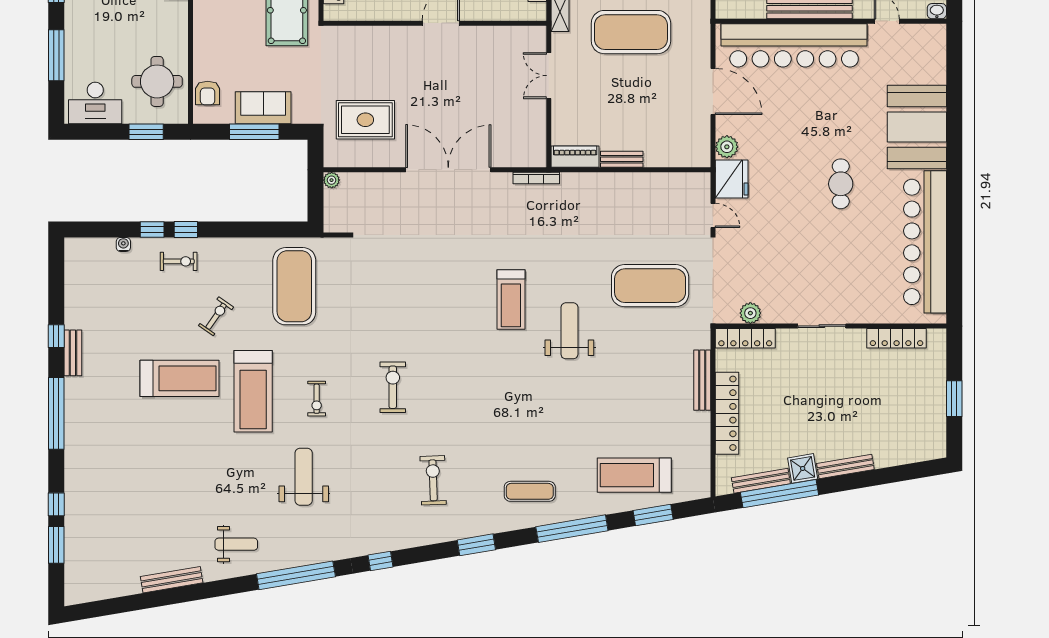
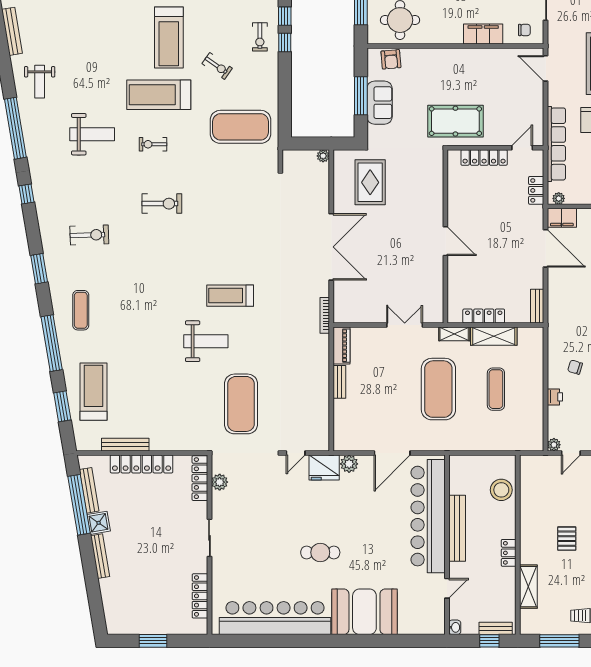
armchair: (208, 93) -> (391, 59), turned -95
bench: (702, 380) -> (125, 445), moved

